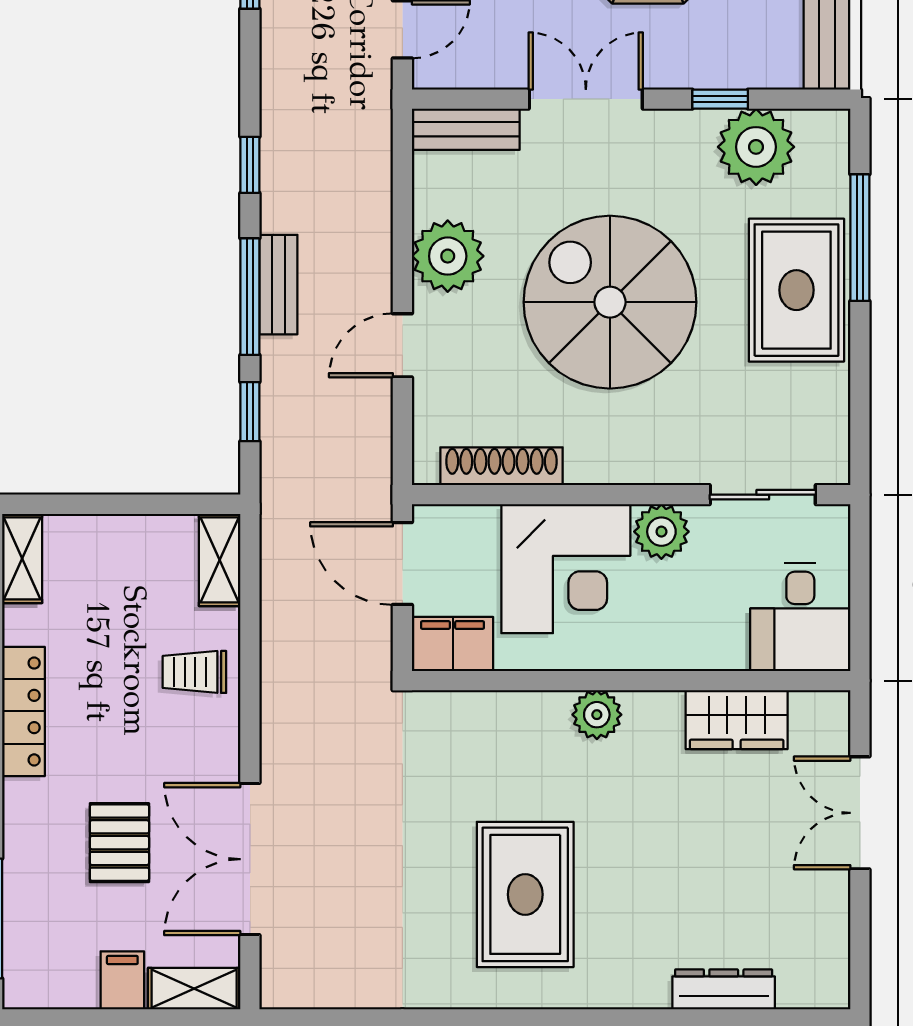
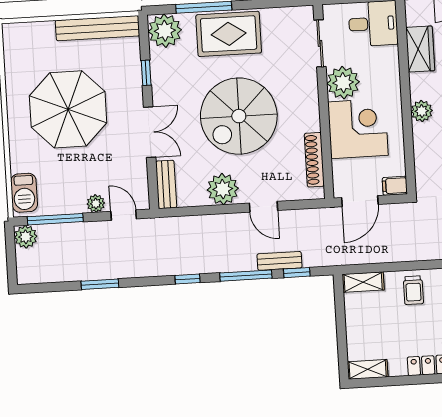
double door: (586, 99) -> (150, 132), swing flipped
plant: (756, 147) -> (165, 31), moved
bench: (278, 285) -> (279, 261), moved
plant: (661, 532) -> (343, 83), width x1.36, depth x1.36
filing cabinet: (453, 644) -> (395, 186), width x0.50

